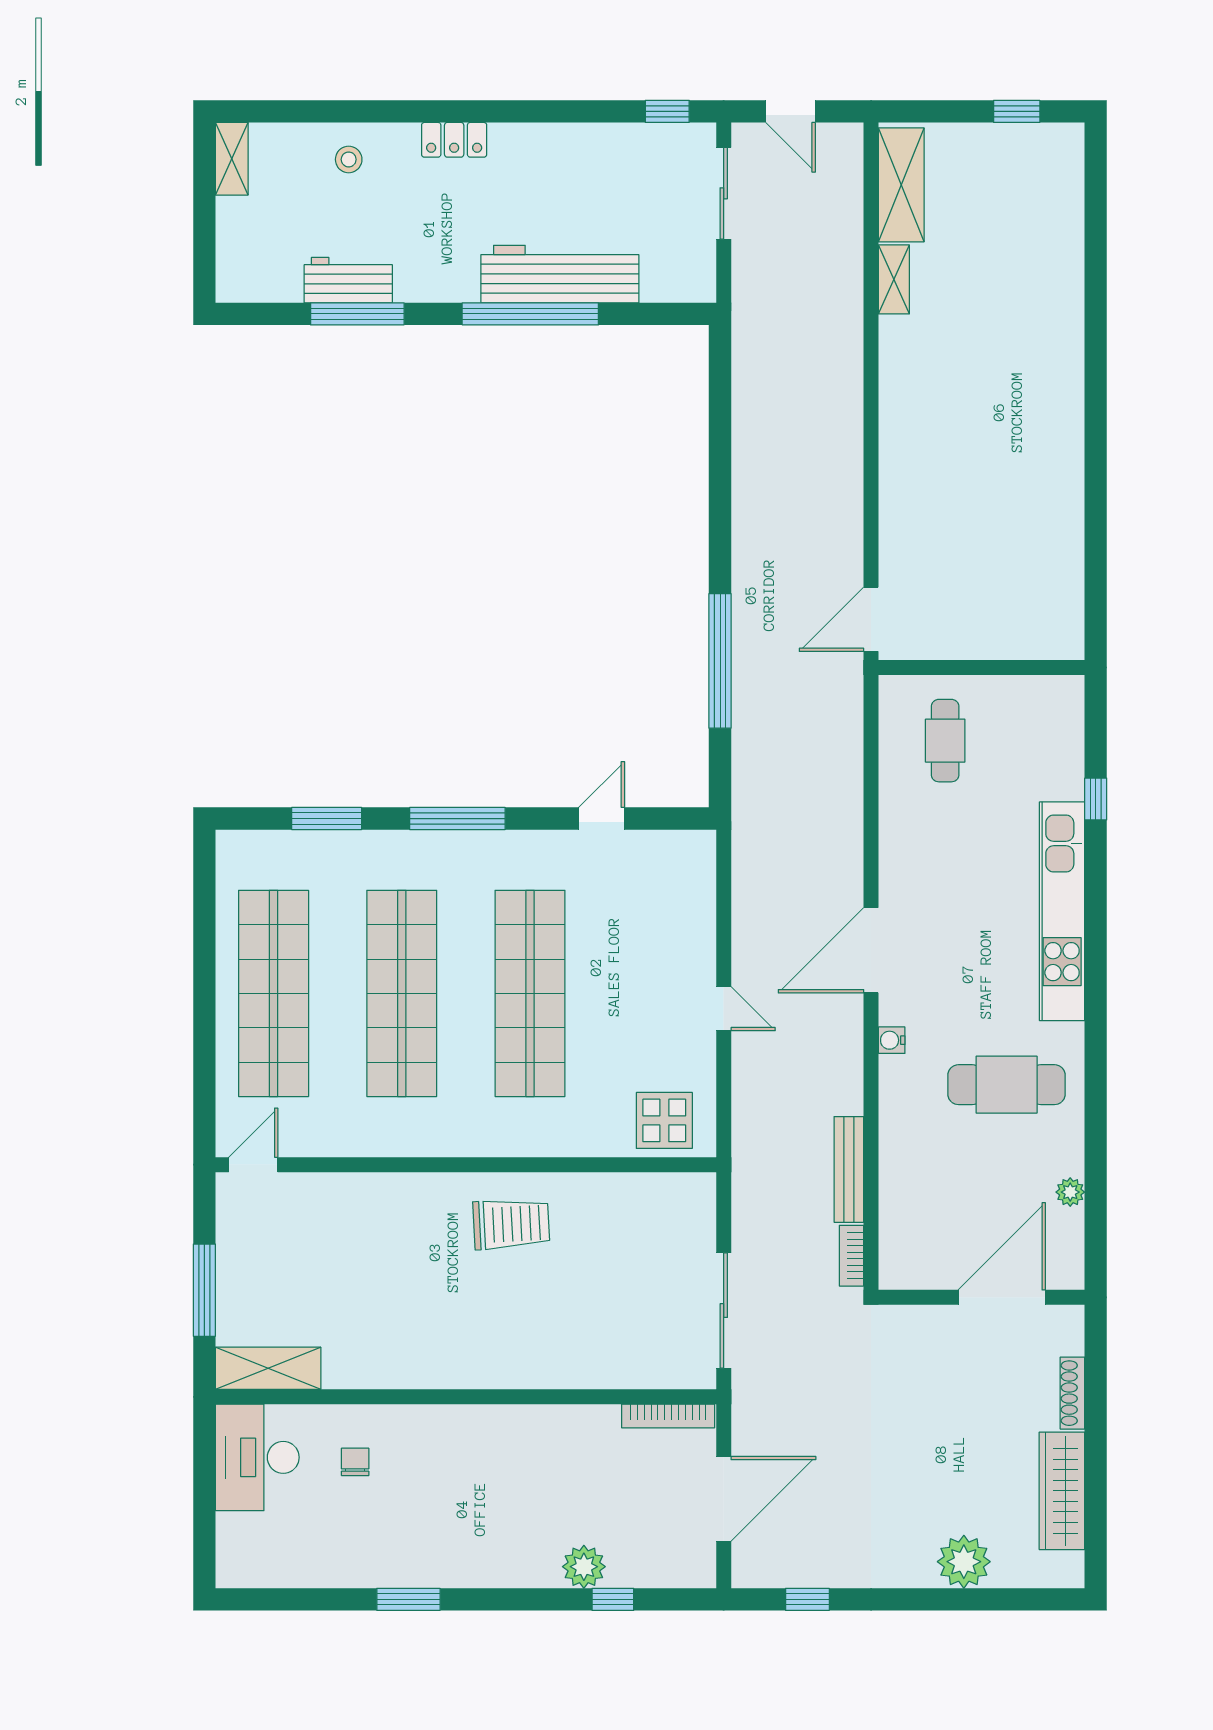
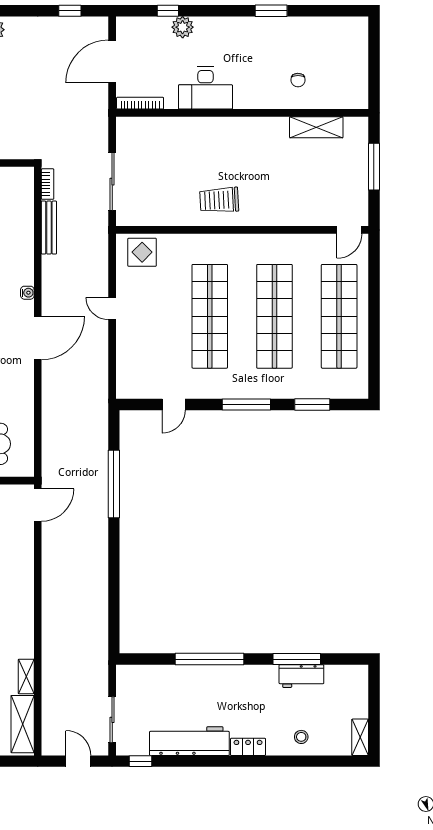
workbench: (560, 274) -> (189, 741), moved, turned 180
sliding door: (724, 1311) -> (112, 182), moved
shelving: (268, 1368) -> (316, 127), moved
desk: (257, 1457) -> (206, 88), moved, turned 90

